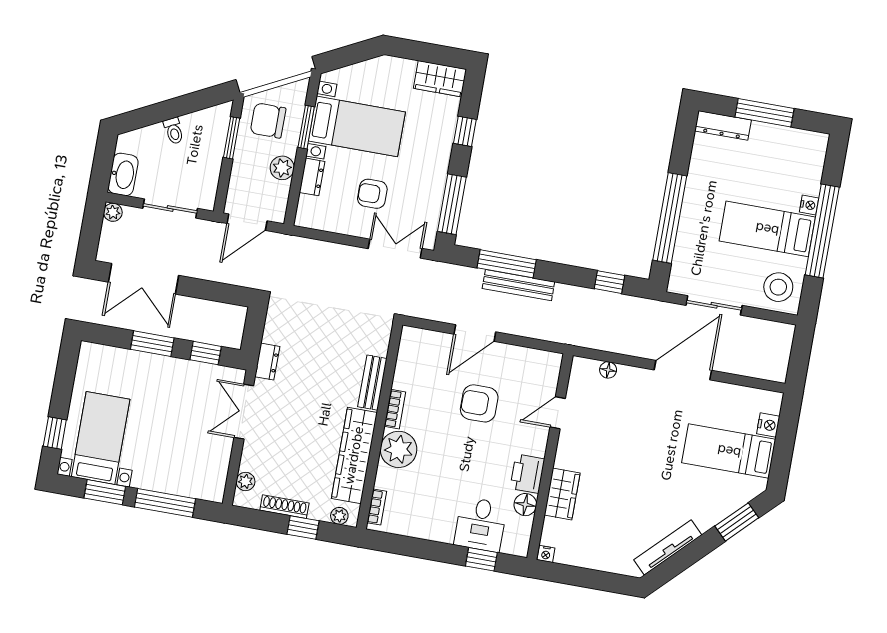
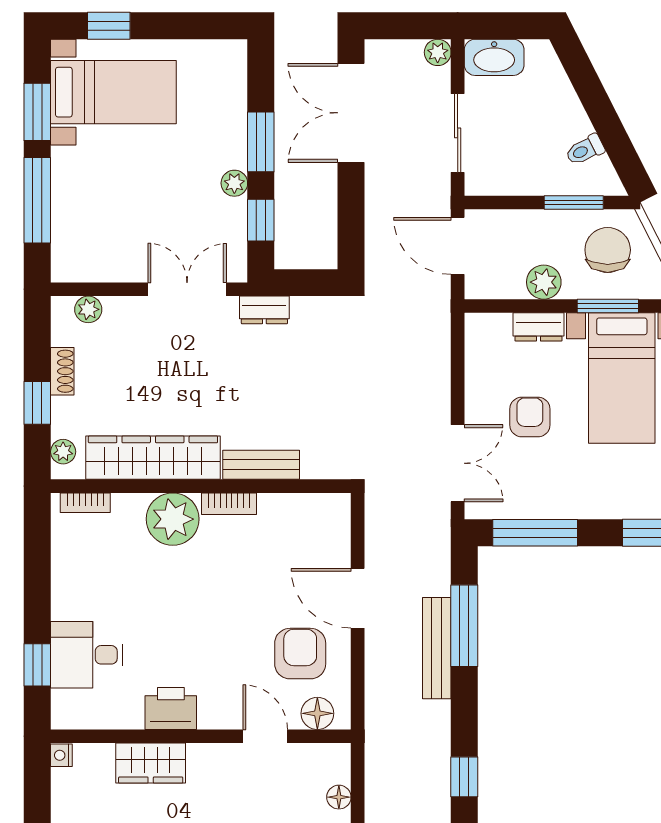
toilet: (174, 131) -> (585, 150), moved
plant: (177, 367) -> (234, 183), added
armchair: (479, 403) -> (300, 654), moved
floor lamp: (525, 505) -> (317, 713), moved
shoe rack: (284, 507) -> (62, 371), width x0.70

